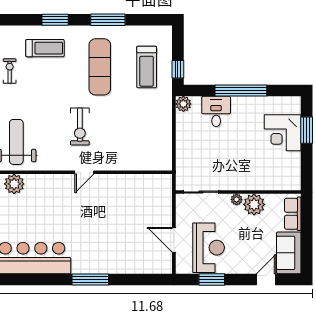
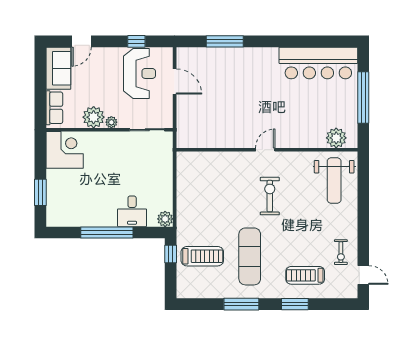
treadmill: (147, 67) -> (202, 256), turned 90
corner desk: (283, 133) -> (65, 150), moved
reception desk: (209, 248) -> (140, 73), turned 180
window: (90, 279) -> (225, 41), moved
window: (212, 279) -> (136, 41), width x0.67

